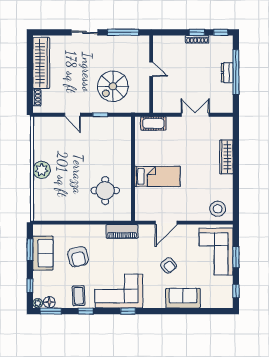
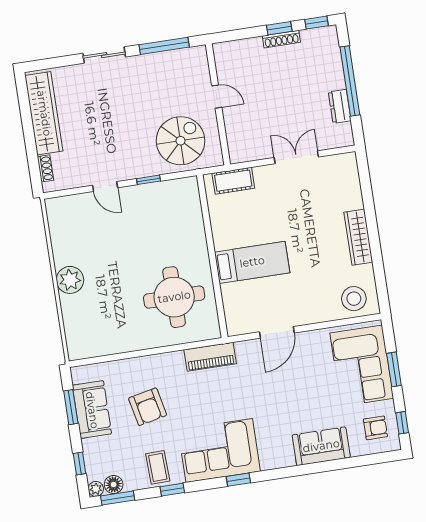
dresser: (227, 73) -> (340, 106), moved
spiral stairs: (113, 86) -> (181, 141), moved, turned 180
wardrobe: (226, 157) -> (358, 237), moved
round table: (105, 191) -> (174, 297), width x1.36, depth x1.36
armchair: (169, 265) -> (375, 428), moved, turned -50

